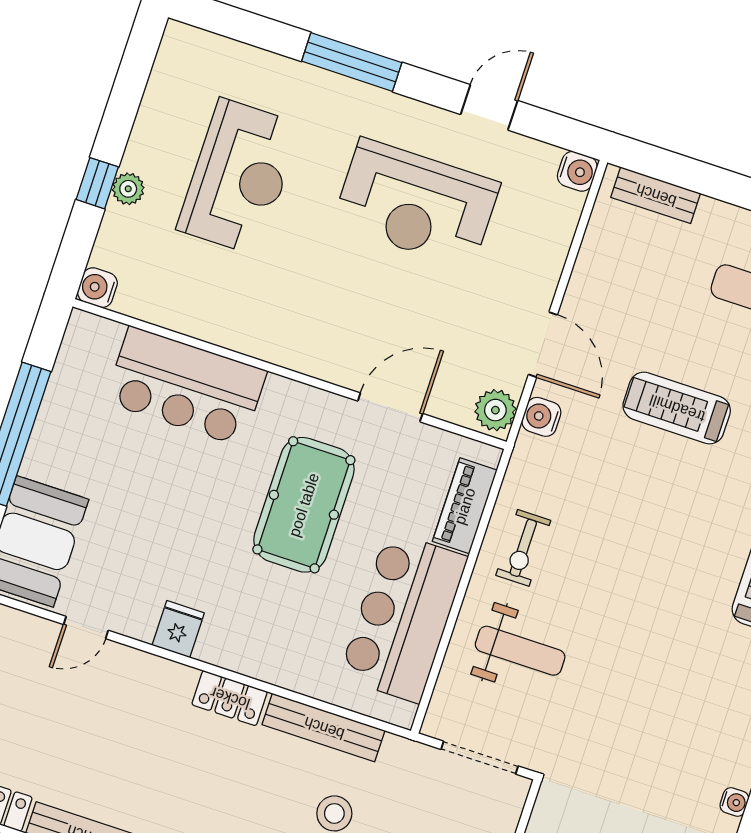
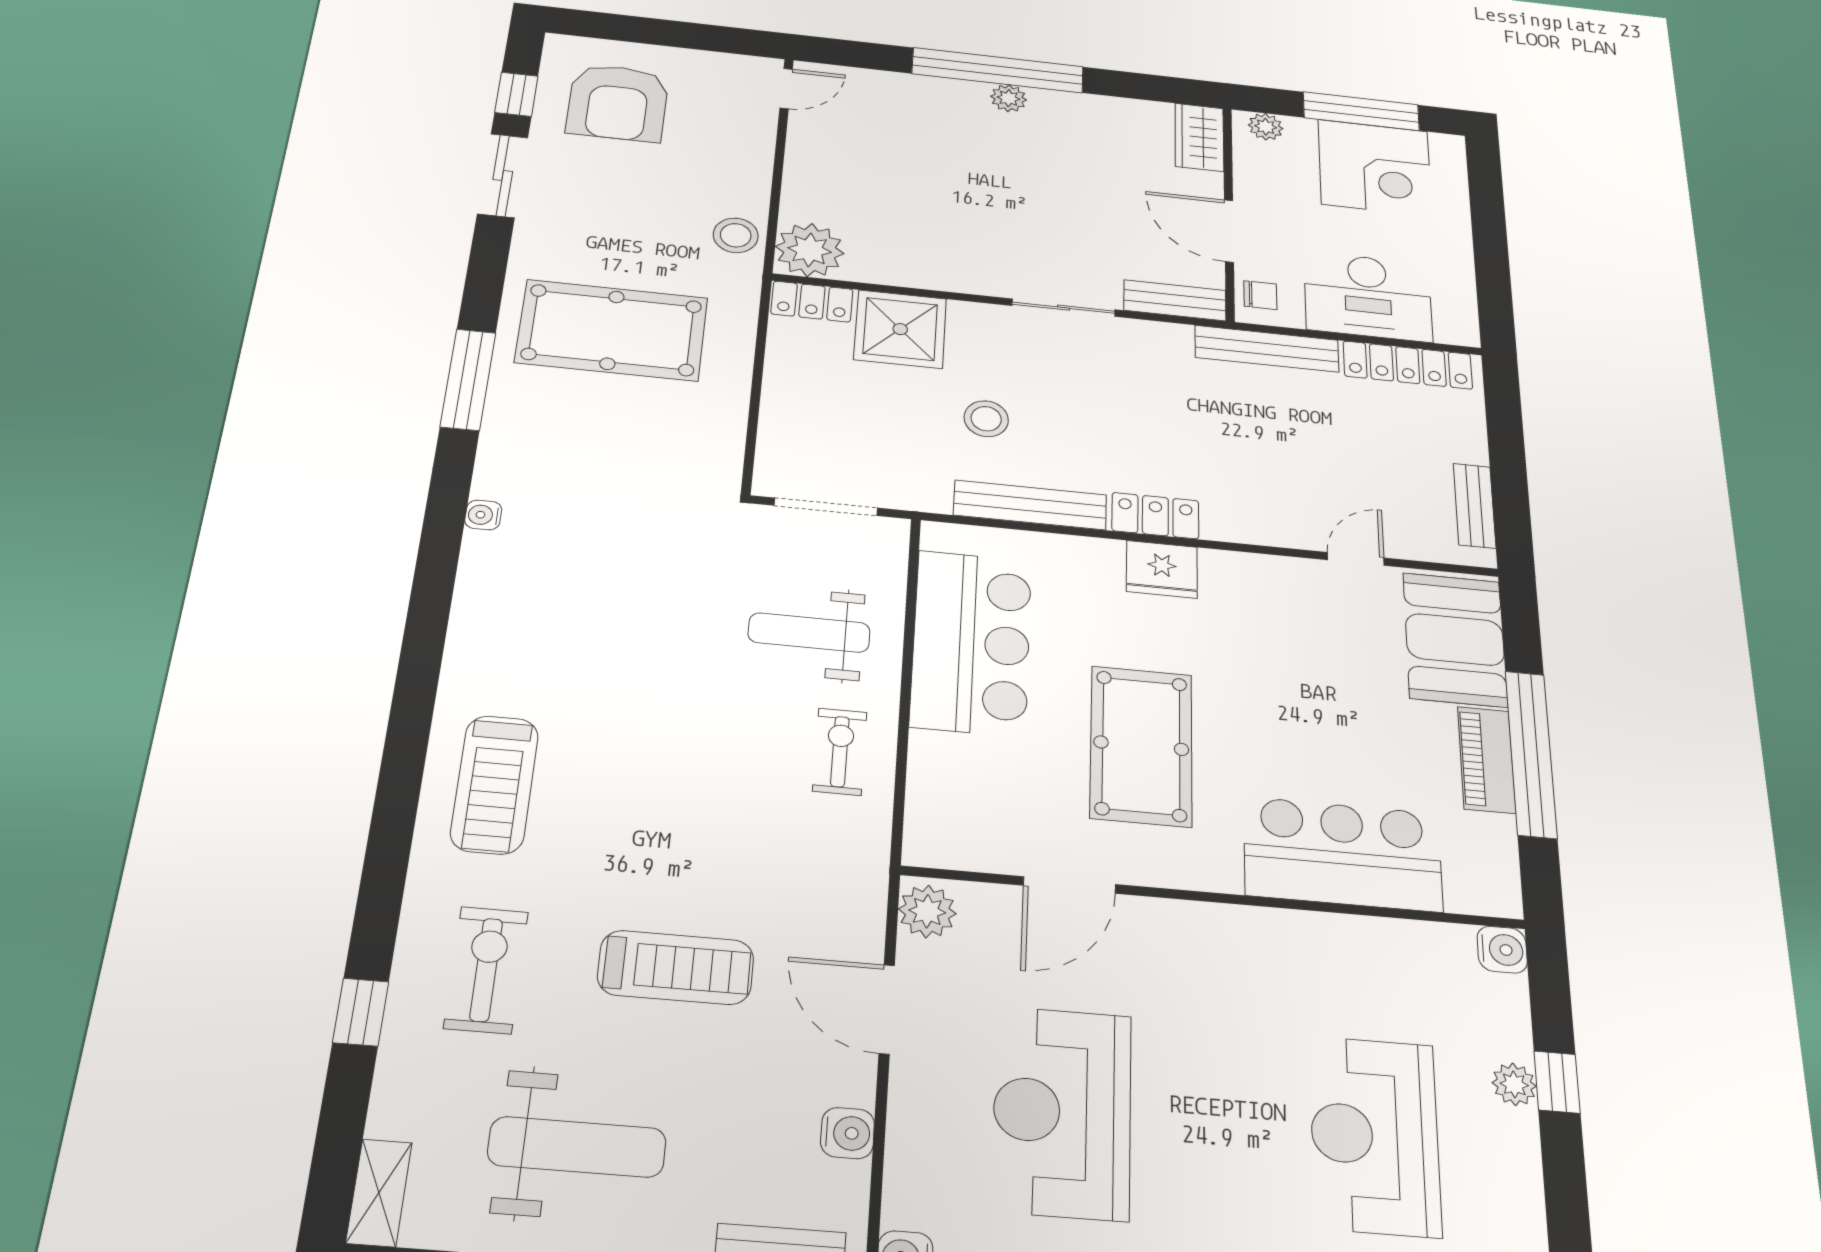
reception desk: (416, 204) -> (1062, 1112), moved, turned -90
water cooler: (541, 417) -> (848, 1133), moved
piano: (465, 506) -> (1487, 760), moved, turned 180
fridge: (178, 629) -> (1162, 569), moved, width x1.38

